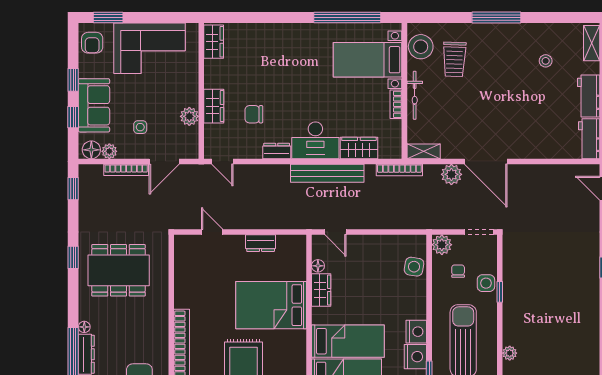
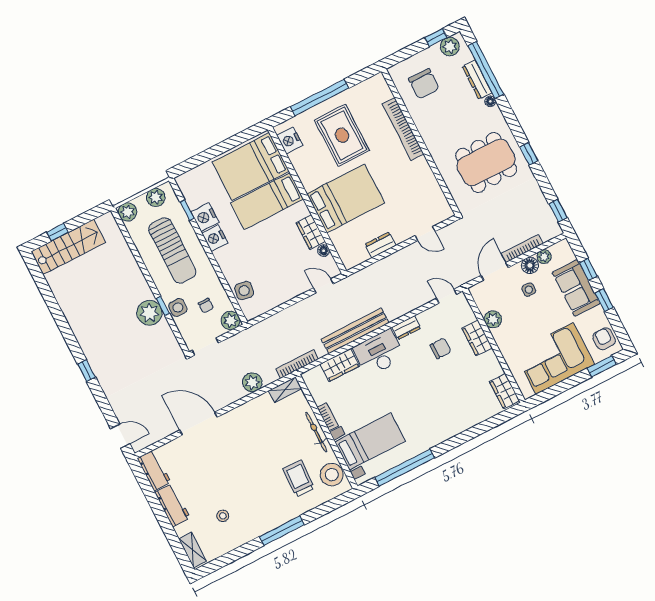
floor lamp: (91, 150) -> (530, 265), moved
door: (486, 161) -> (199, 424), moved
plant: (510, 353) -> (149, 313), moved, width x1.88, depth x1.88

